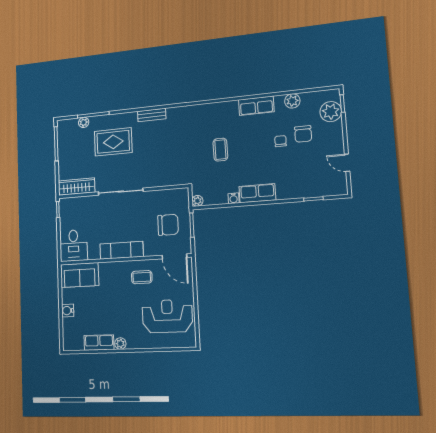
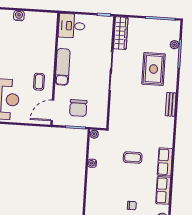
row of seats: (257, 193) -> (165, 162), moved, turned 180
sofa: (80, 275) -> (47, 29), removed

